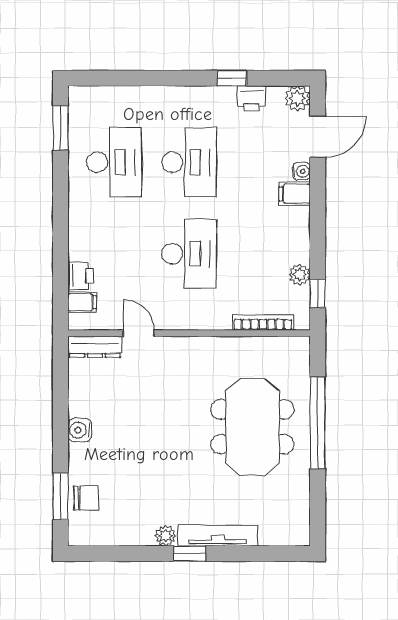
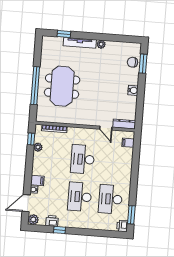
printer: (81, 276) -> (122, 226), moved
window: (190, 554) -> (64, 34), moved

